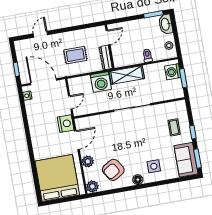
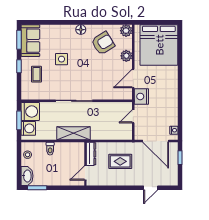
washing machine: (101, 82) -> (30, 111), moved, turned 90
side table: (154, 166) -> (62, 59), moved

